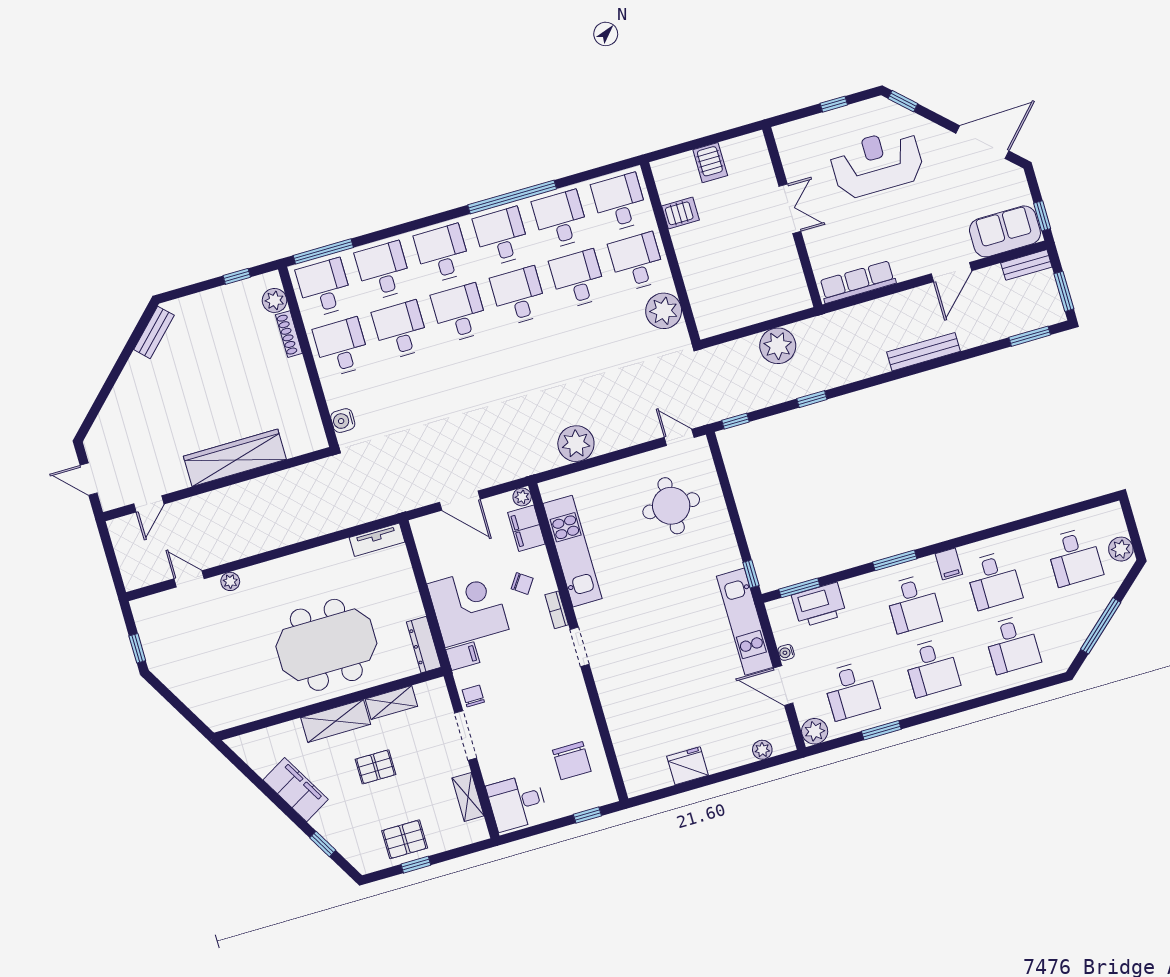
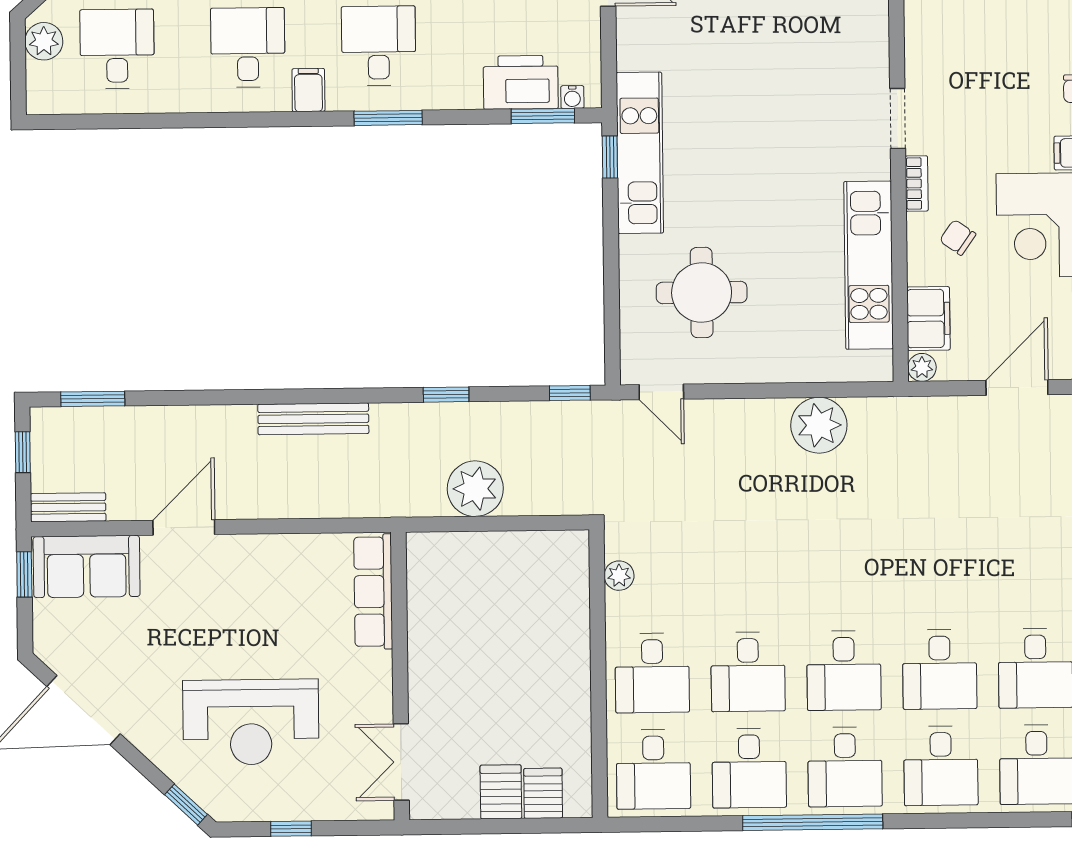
double door: (790, 209) -> (401, 762), moved
server rack: (680, 213) -> (543, 793), moved, turned 90
row of seats: (858, 282) -> (373, 592), moved, turned 90
window: (1064, 291) -> (23, 452), width x0.67
plant: (664, 311) -> (619, 576), width x0.53, depth x0.53
bench: (924, 352) -> (313, 419), moved
door: (460, 501) -> (1017, 388), hinge flipped
kitchen unit: (745, 622) -> (640, 153), moved
water cooler: (786, 652) -> (572, 97), moved, turned 90

